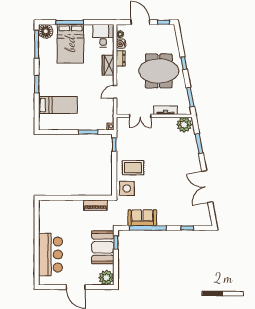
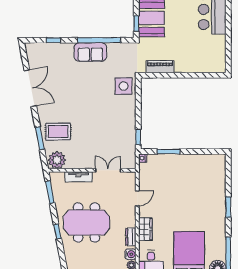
bed: (58, 105) -> (203, 183), removed
rug: (133, 168) -> (58, 132), moved
sofa: (142, 218) -> (90, 52), moved

